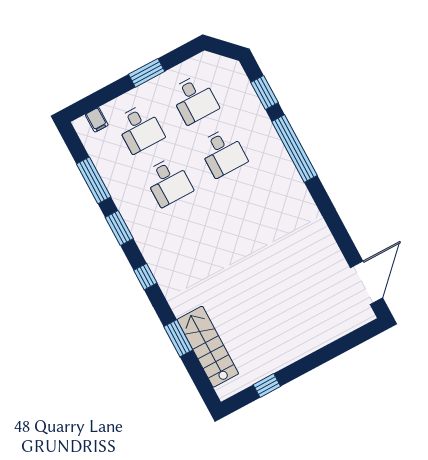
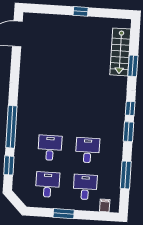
window: (119, 228) -> (129, 132), moved
window: (267, 386) -> (81, 11), moved

